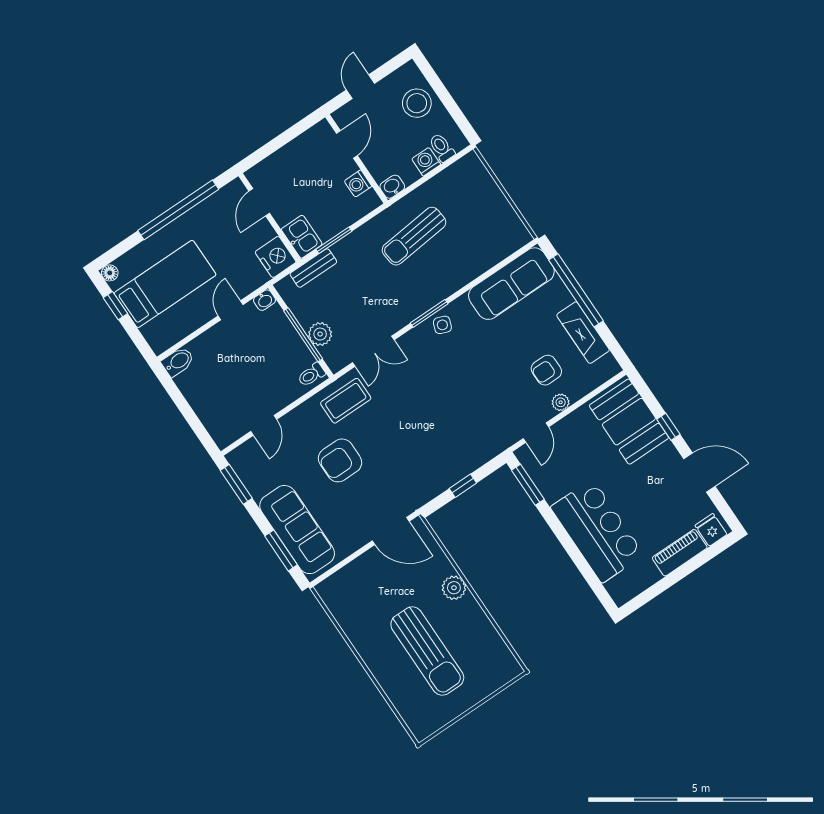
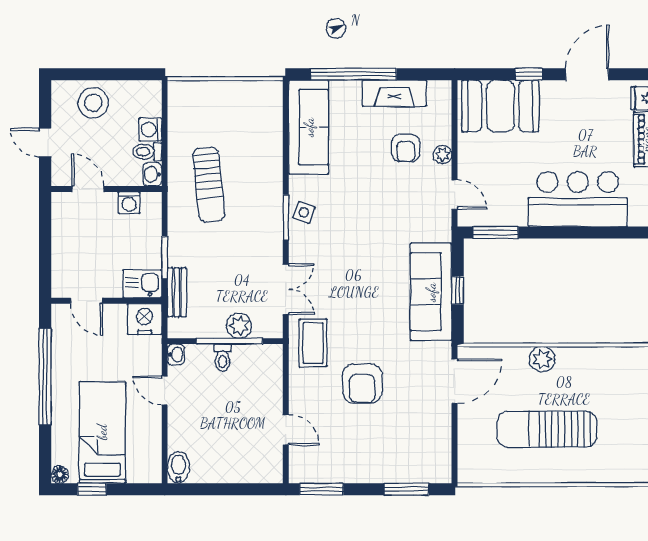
toilet: (442, 148) -> (147, 152), moved
toilet: (311, 375) -> (223, 358), moved
sofa: (297, 530) -> (431, 292), moved, turned -90
sun lounger: (427, 651) -> (547, 429), moved, turned 180

